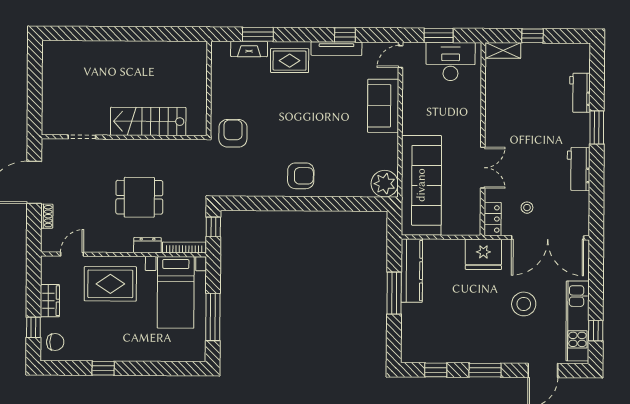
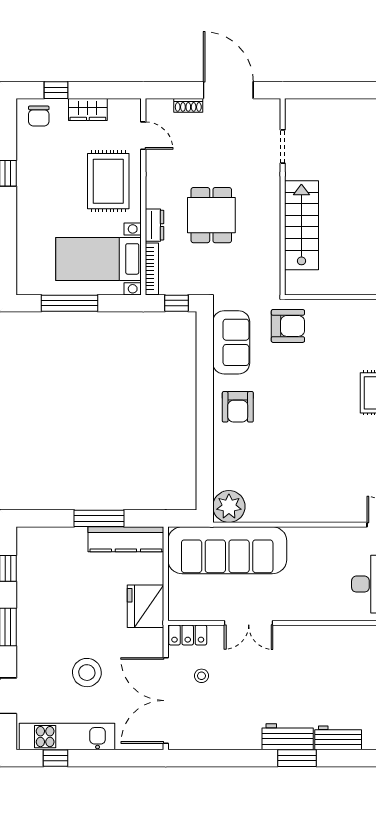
sofa: (383, 106) -> (231, 342), moved, turned 90
workbench: (579, 169) -> (288, 737), moved
fridge: (483, 254) -> (146, 606), moved

